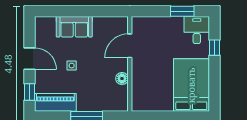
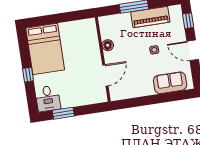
sofa: (74, 27) -> (170, 83), moved
window: (215, 48) -> (28, 75), moved
piano: (55, 102) -> (150, 17), moved

